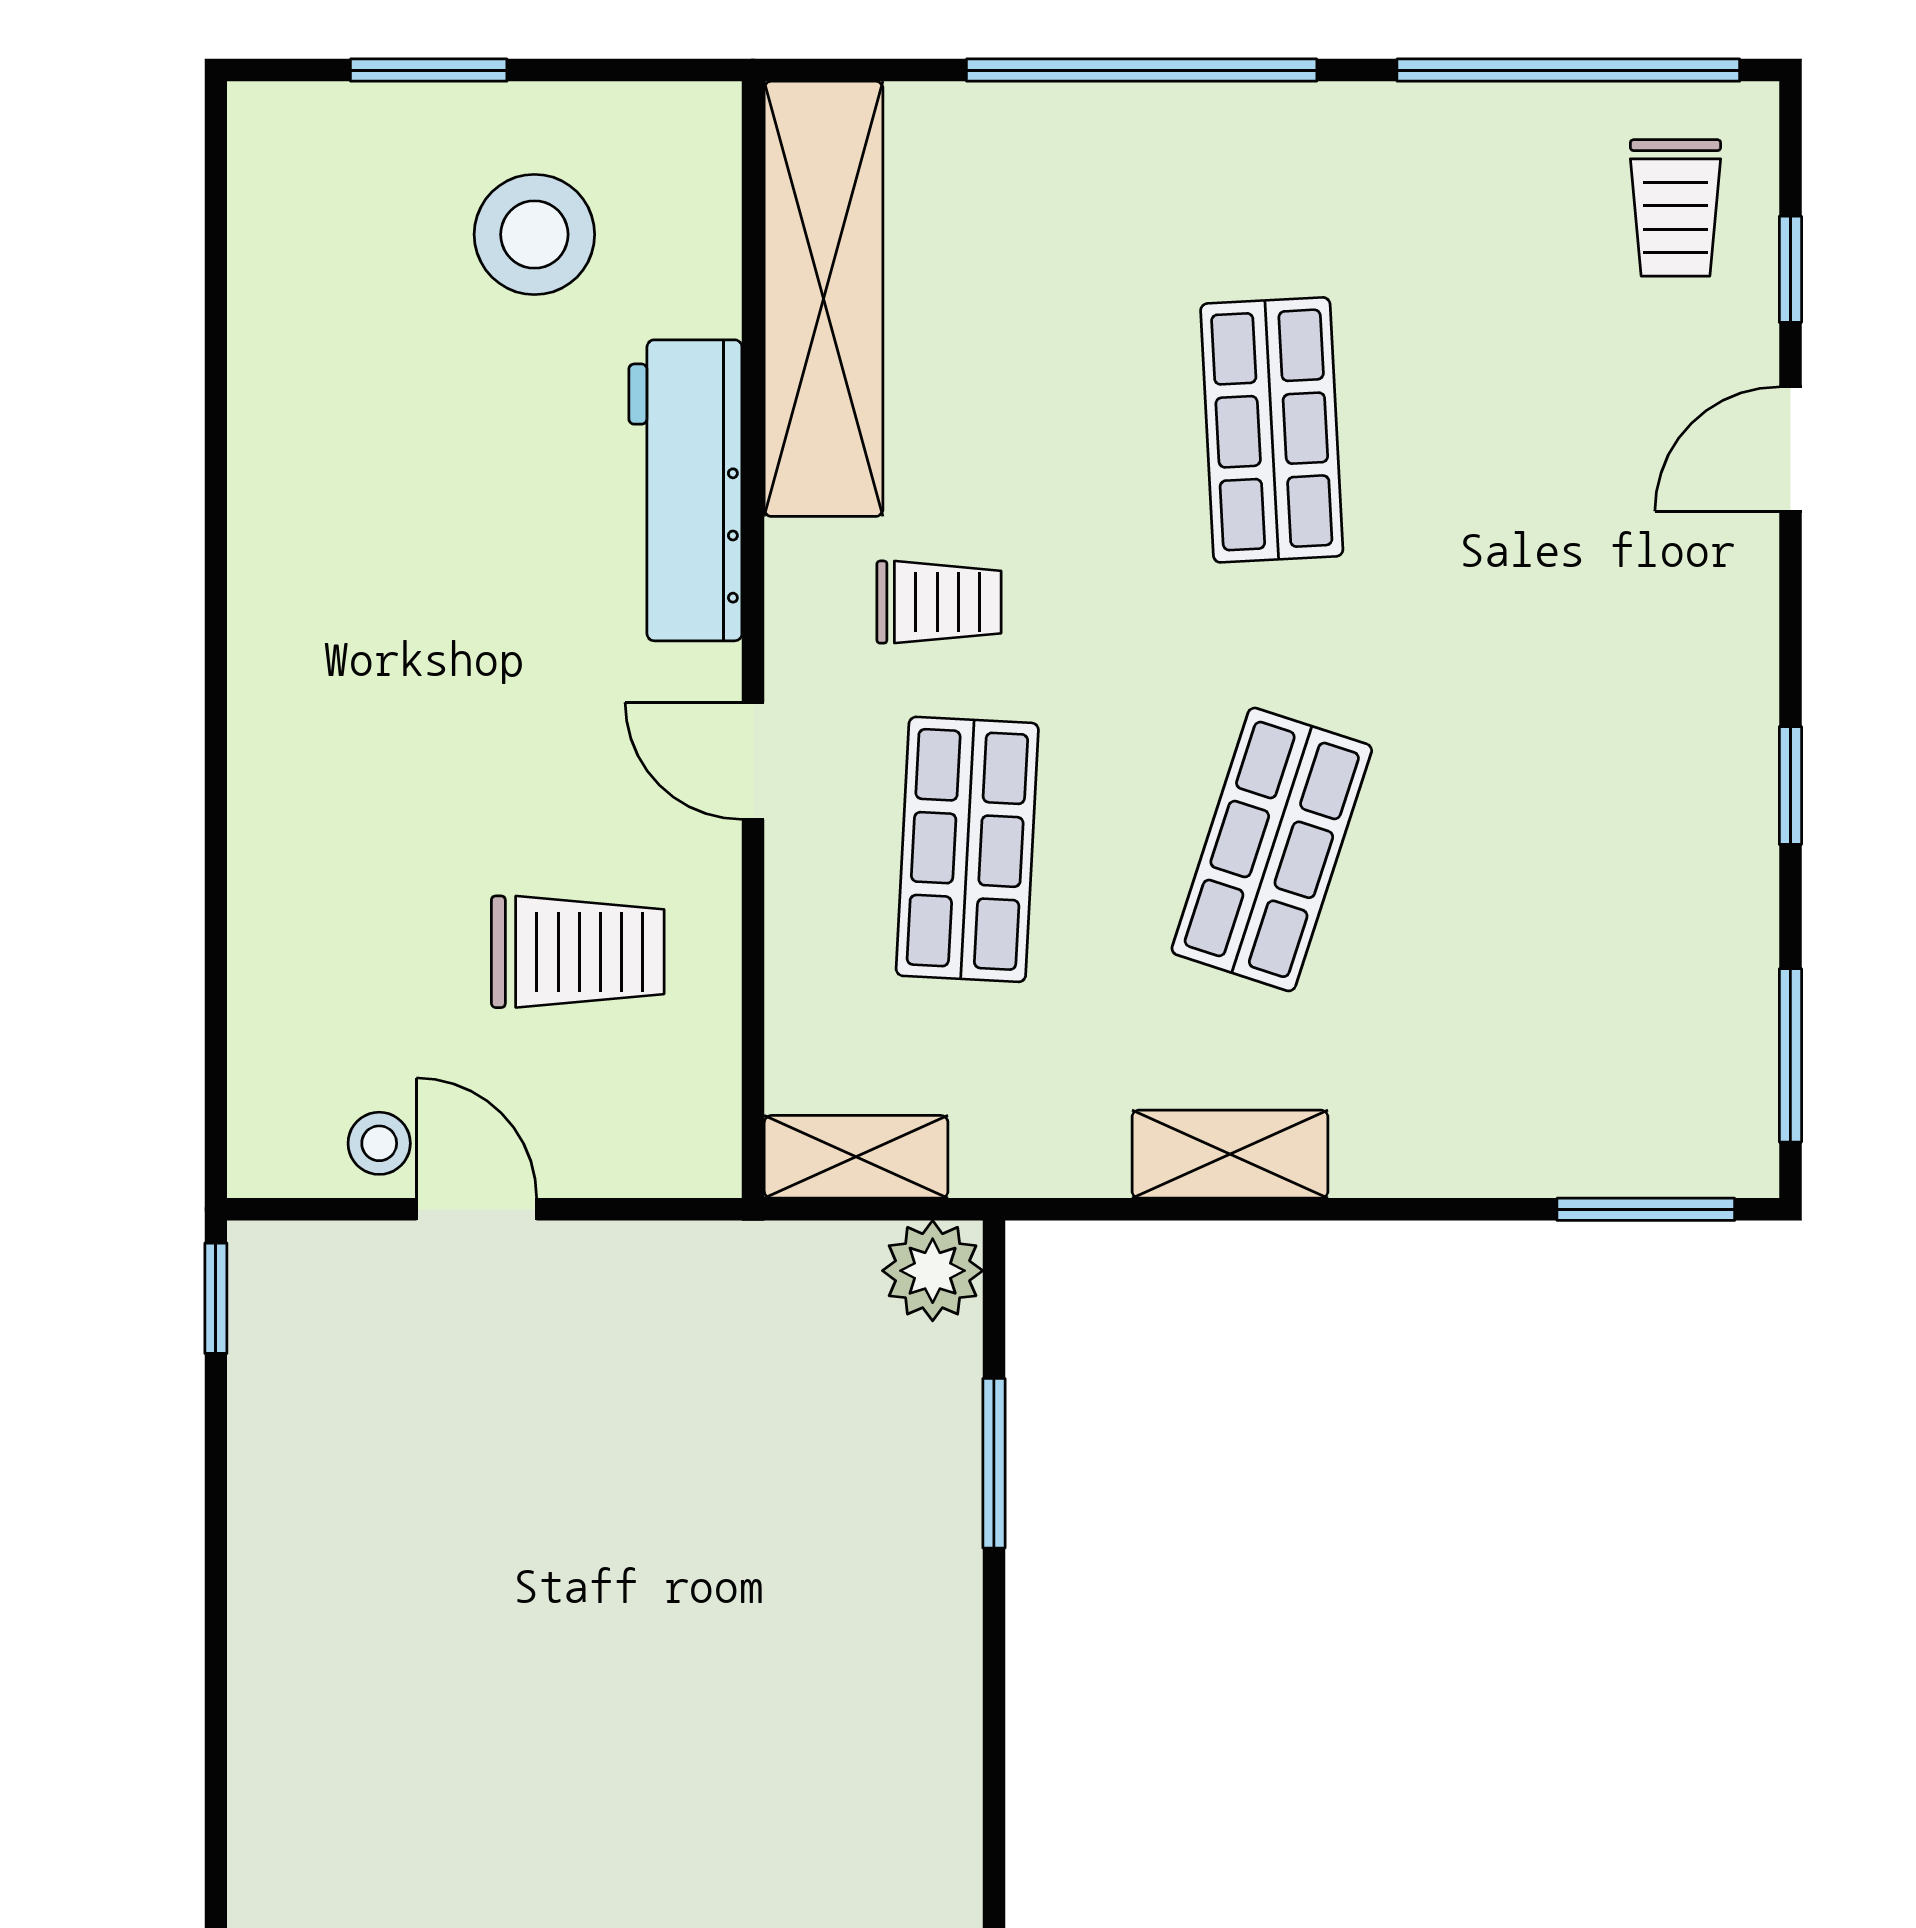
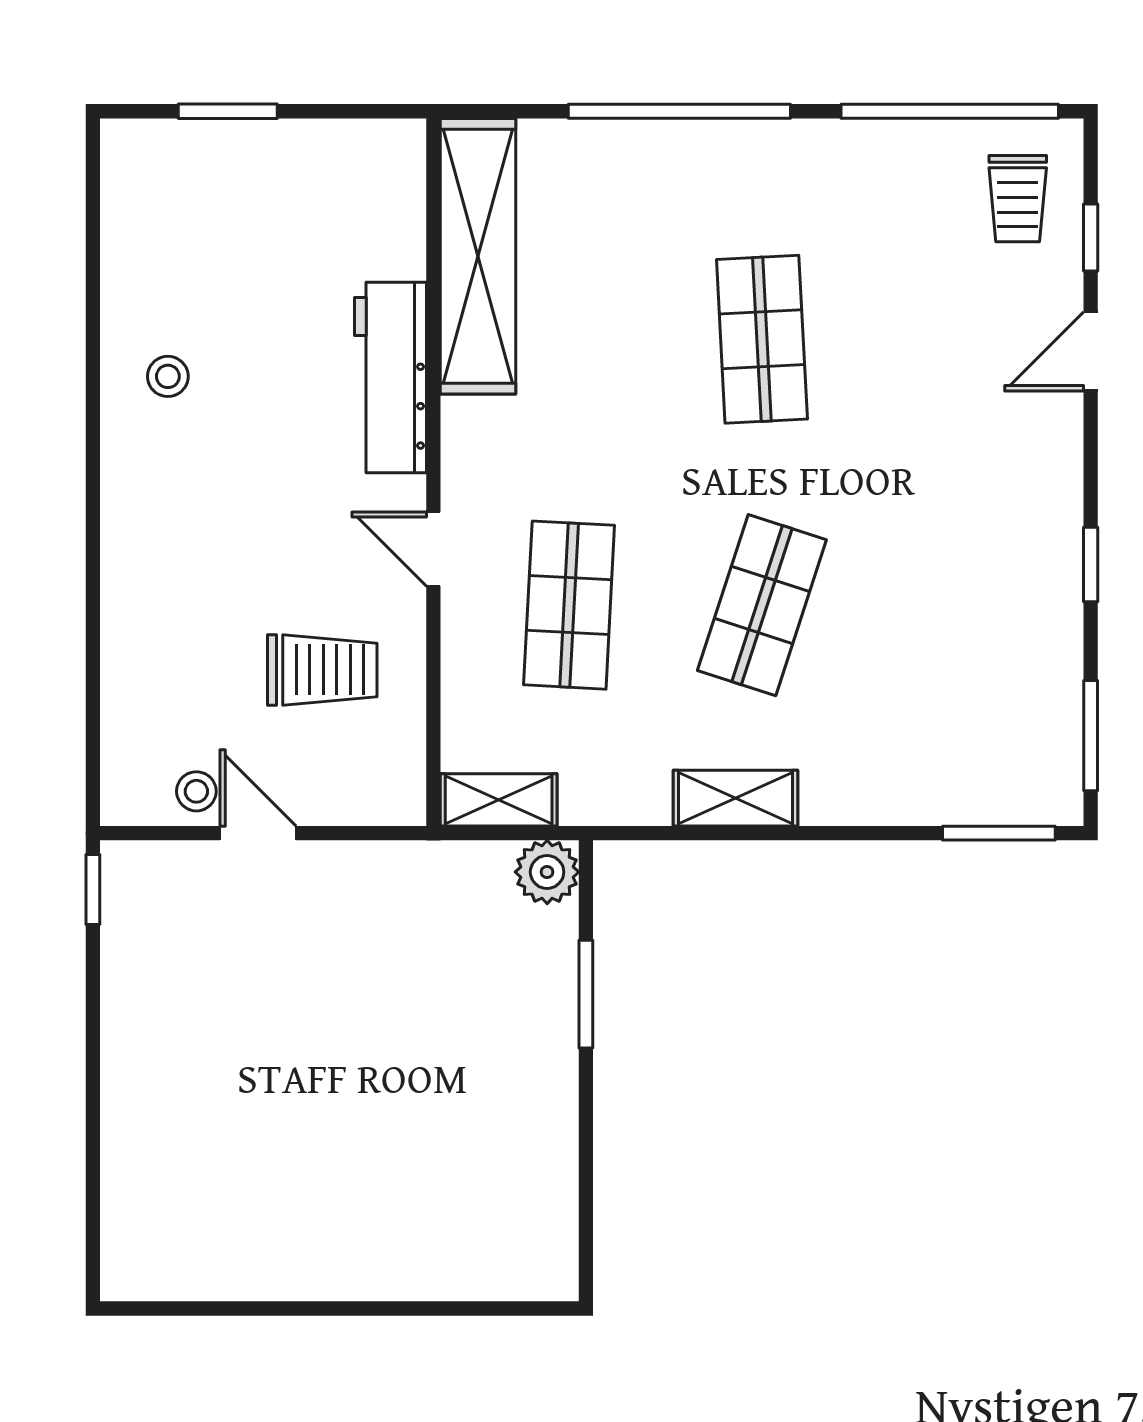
stool: (534, 234) -> (168, 376), moved, width x0.53, depth x0.53
trolley: (939, 602) -> (551, 448), removed

